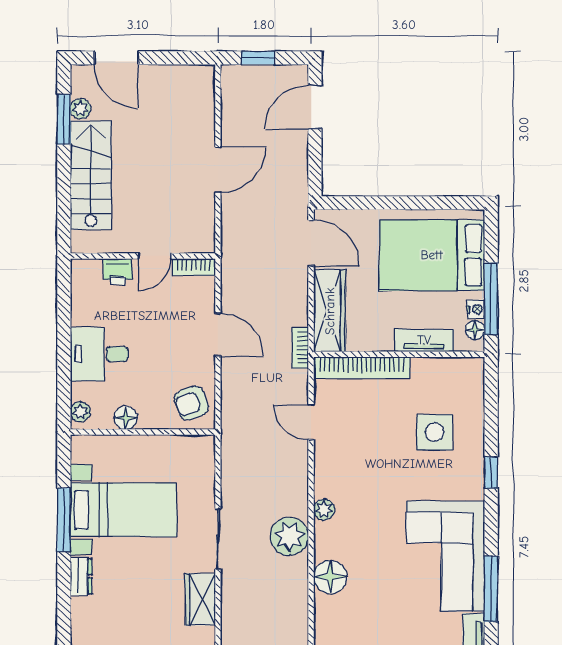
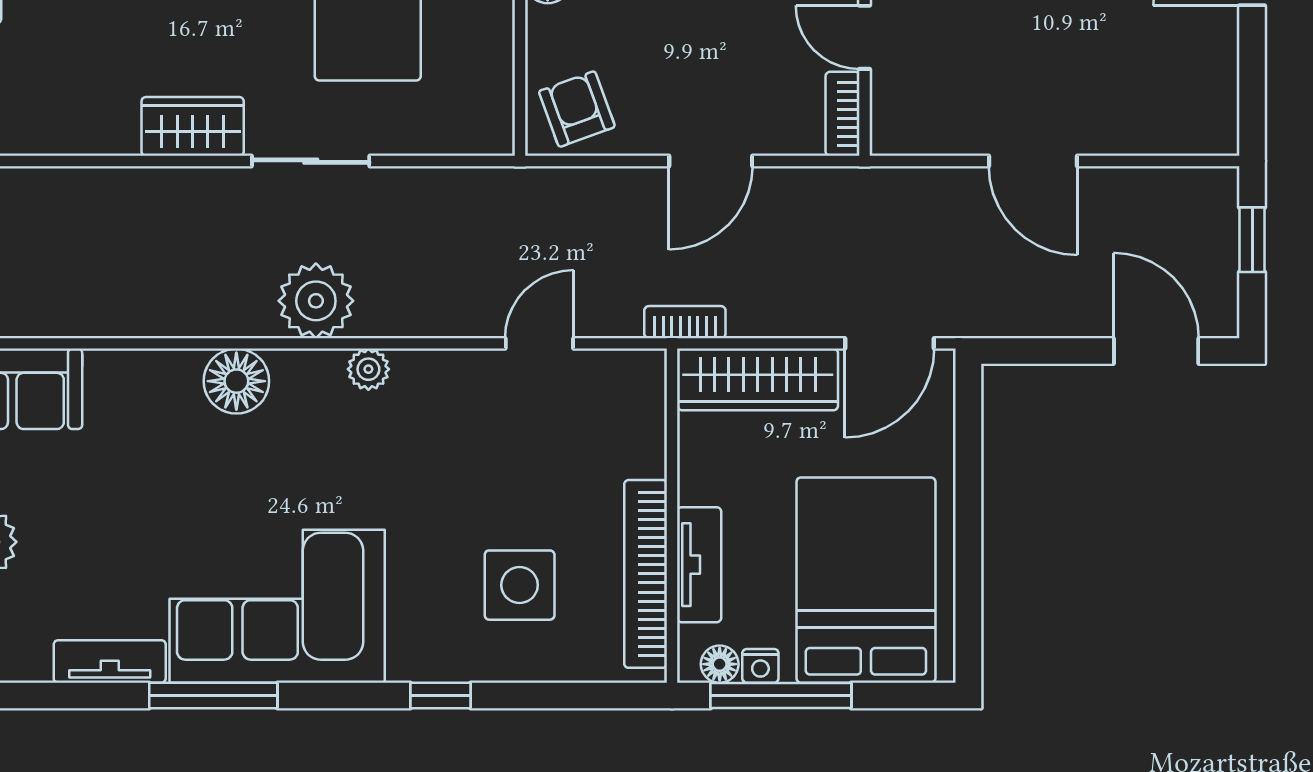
bookcase: (362, 368) -> (646, 574), moved

